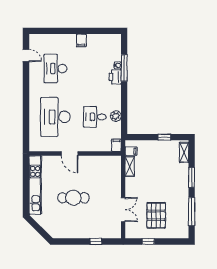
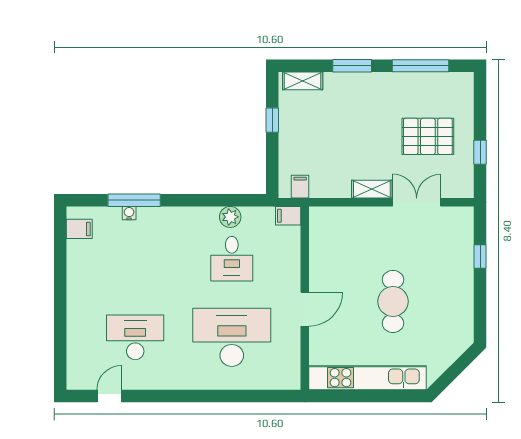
filing cabinet: (81, 40) -> (79, 229), moved
desk: (55, 68) -> (135, 337), turned 180
printer: (115, 77) -> (152, 218), removed
desk: (55, 117) -> (232, 337), turned 180
shelving: (130, 166) -> (372, 189), moved

